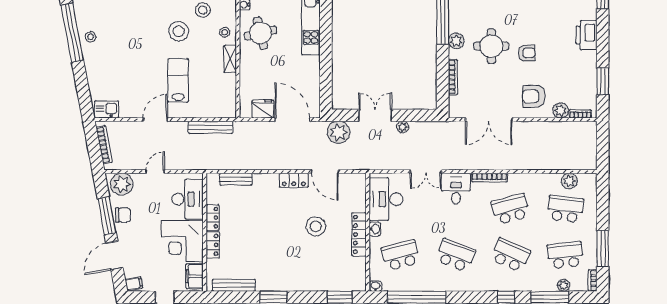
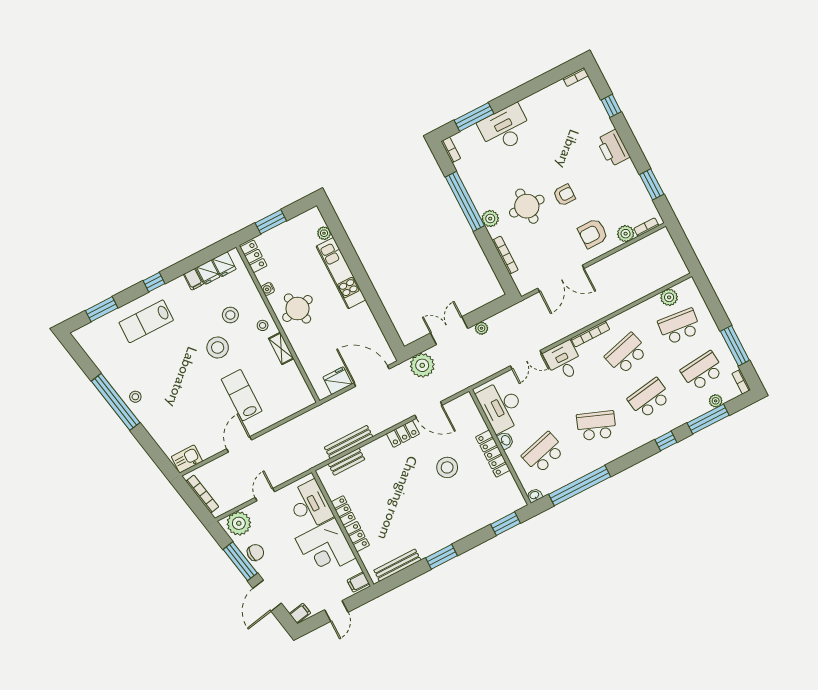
bench: (211, 127) -> (349, 442), moved
school desk: (510, 255) -> (649, 398), turned -33
filing cabinet: (195, 276) -> (358, 582), width x0.50

